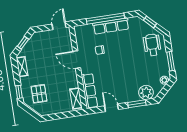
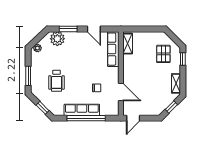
wheelchair: (152, 45) -> (57, 81), moved
door: (77, 60) -> (121, 92), moved
window: (171, 61) -> (28, 76), moved

